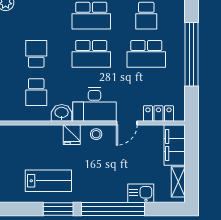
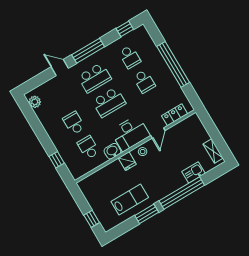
school desk: (146, 54) -> (144, 81), width x0.54
school desk: (36, 92) -> (88, 147), turned 180
filing cabinet: (175, 145) -> (197, 129), removed

